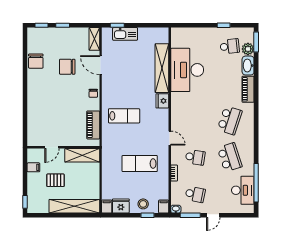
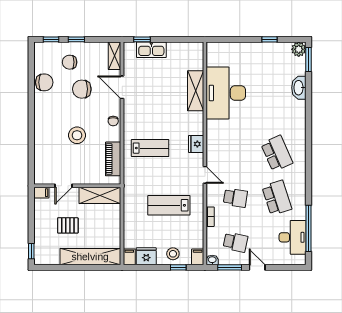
chair: (57, 44) -> (70, 62), added
school desk: (230, 46) -> (277, 65), removed
plant: (248, 49) -> (299, 49), moved
chair: (36, 61) -> (44, 82), turned -90
shelving: (162, 68) -> (196, 91), width x0.68
piano: (248, 89) -> (299, 116), removed
fridge: (162, 101) -> (196, 144), moved
stool: (63, 105) -> (77, 135), added
school desk: (230, 120) -> (277, 153), turned -42
filing cabinet: (33, 167) -> (41, 193), moved
door: (213, 215) -> (257, 267), swing flipped

